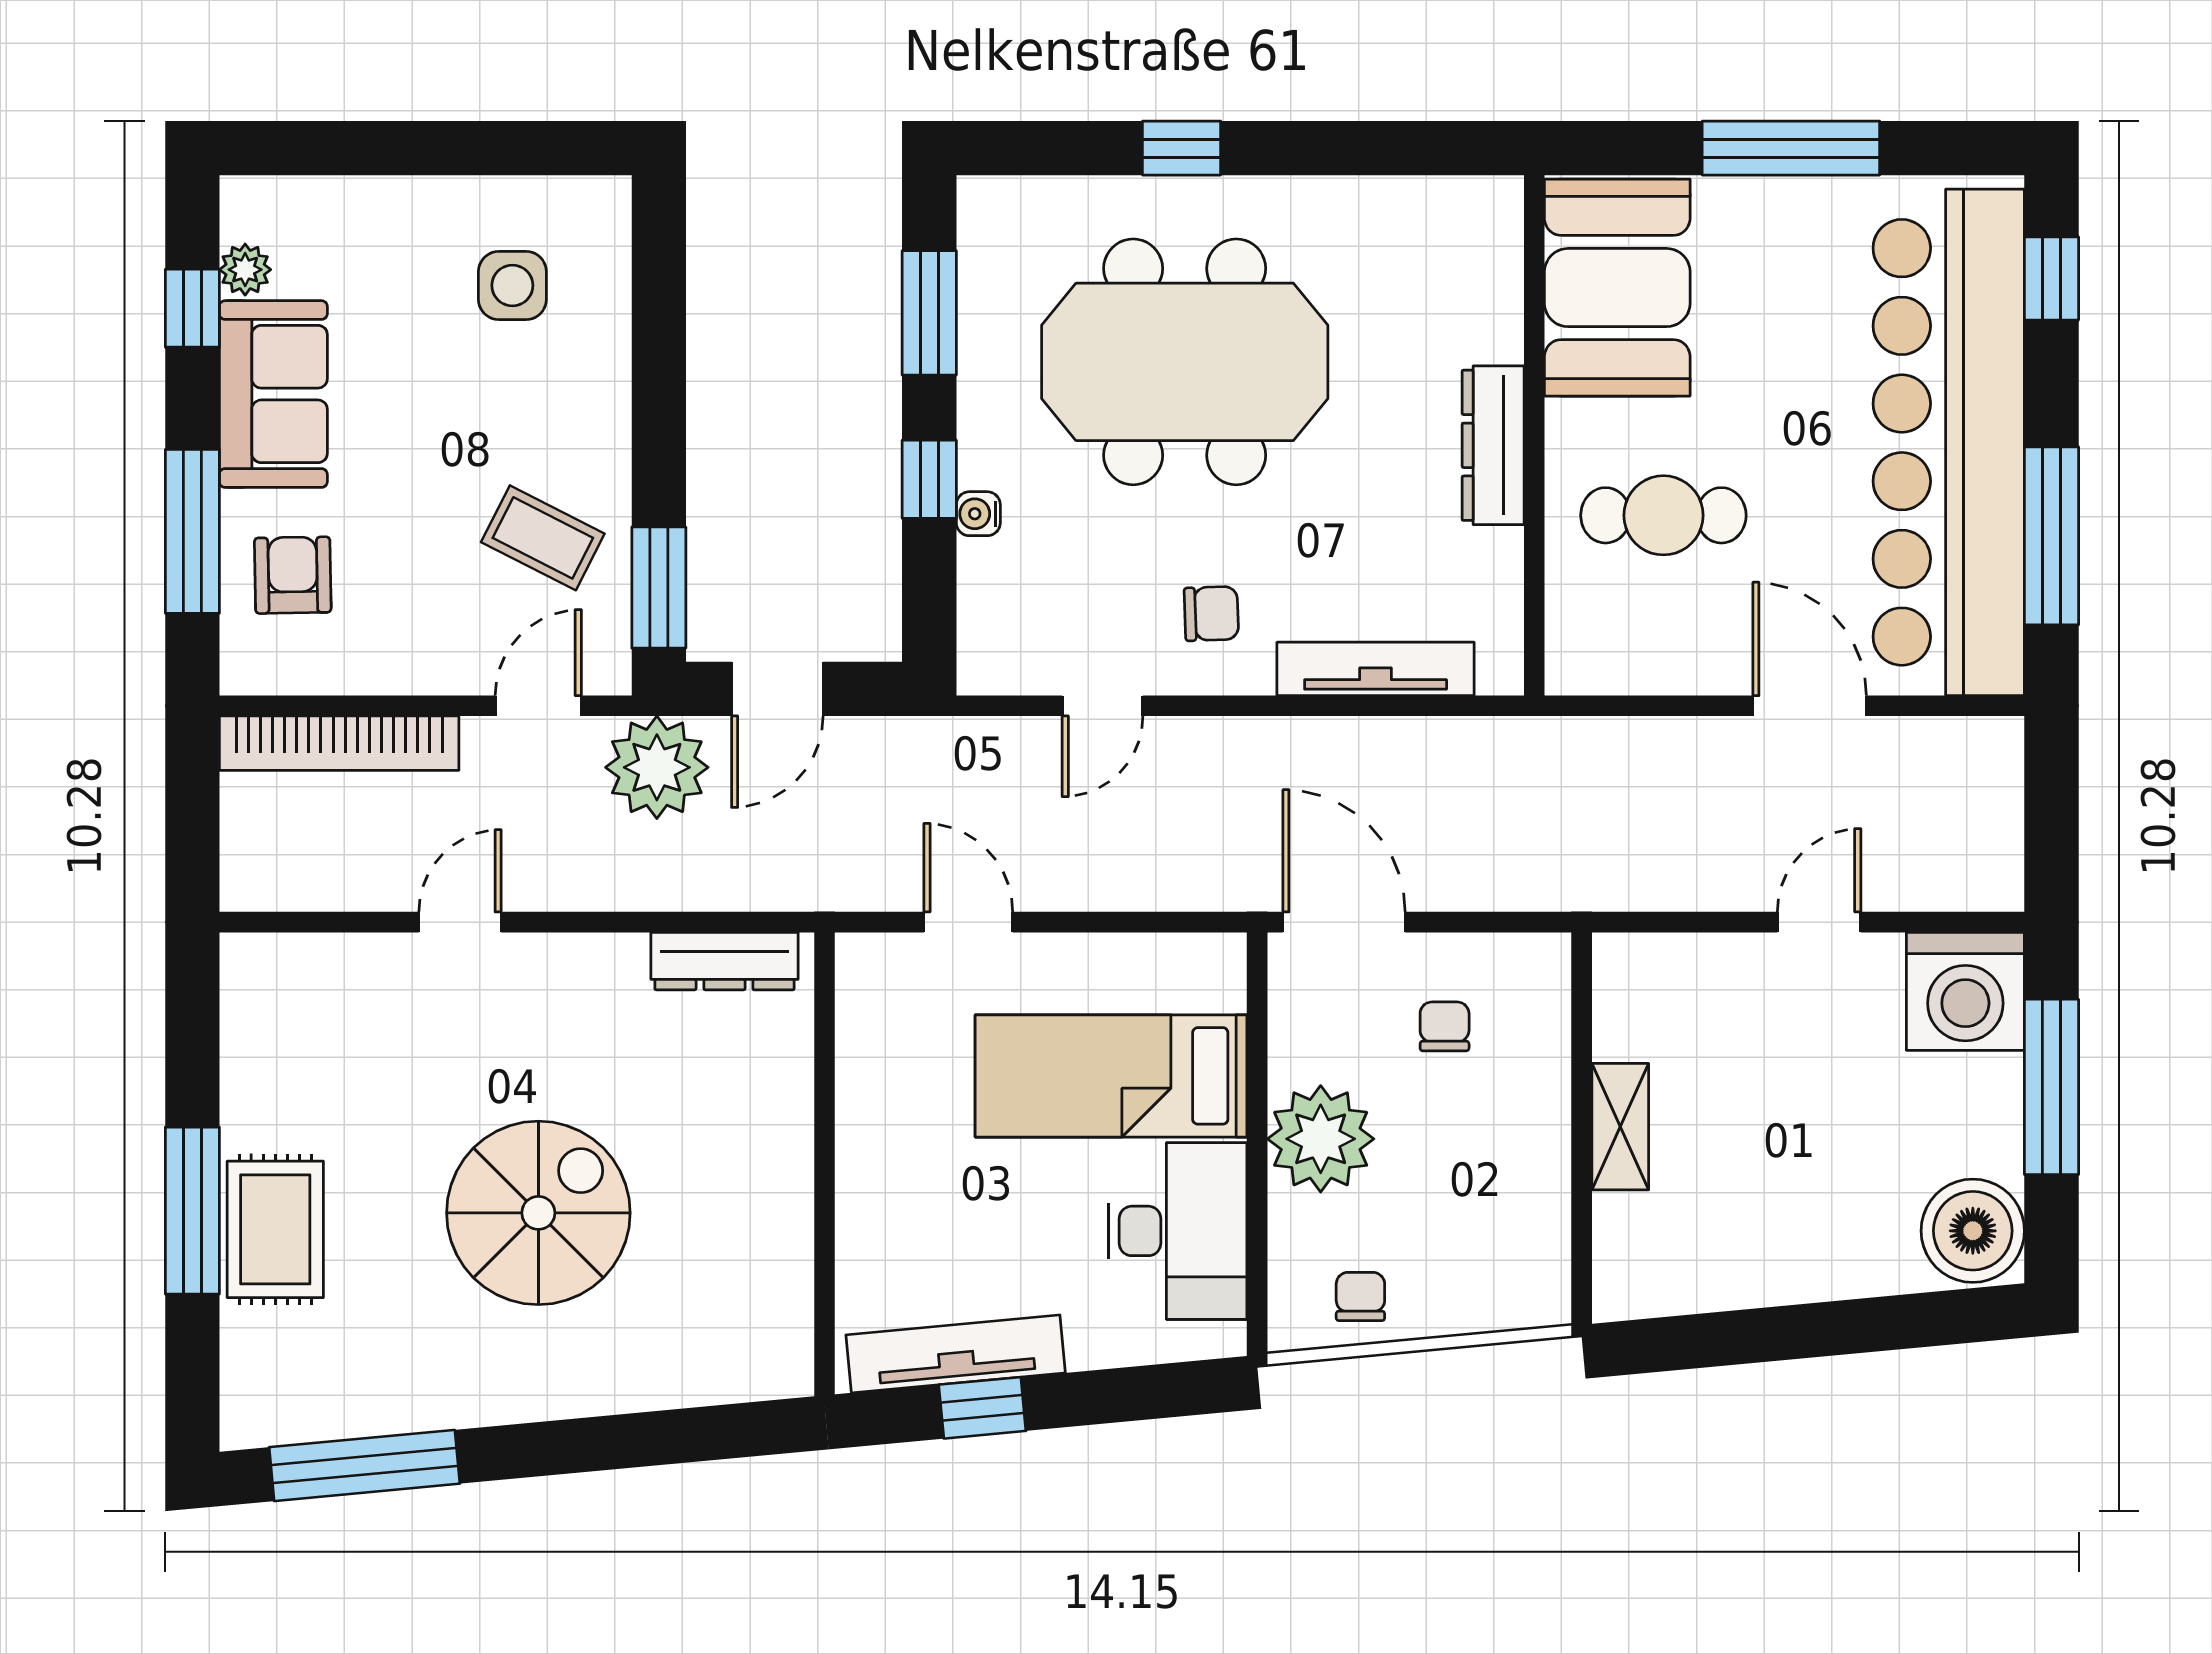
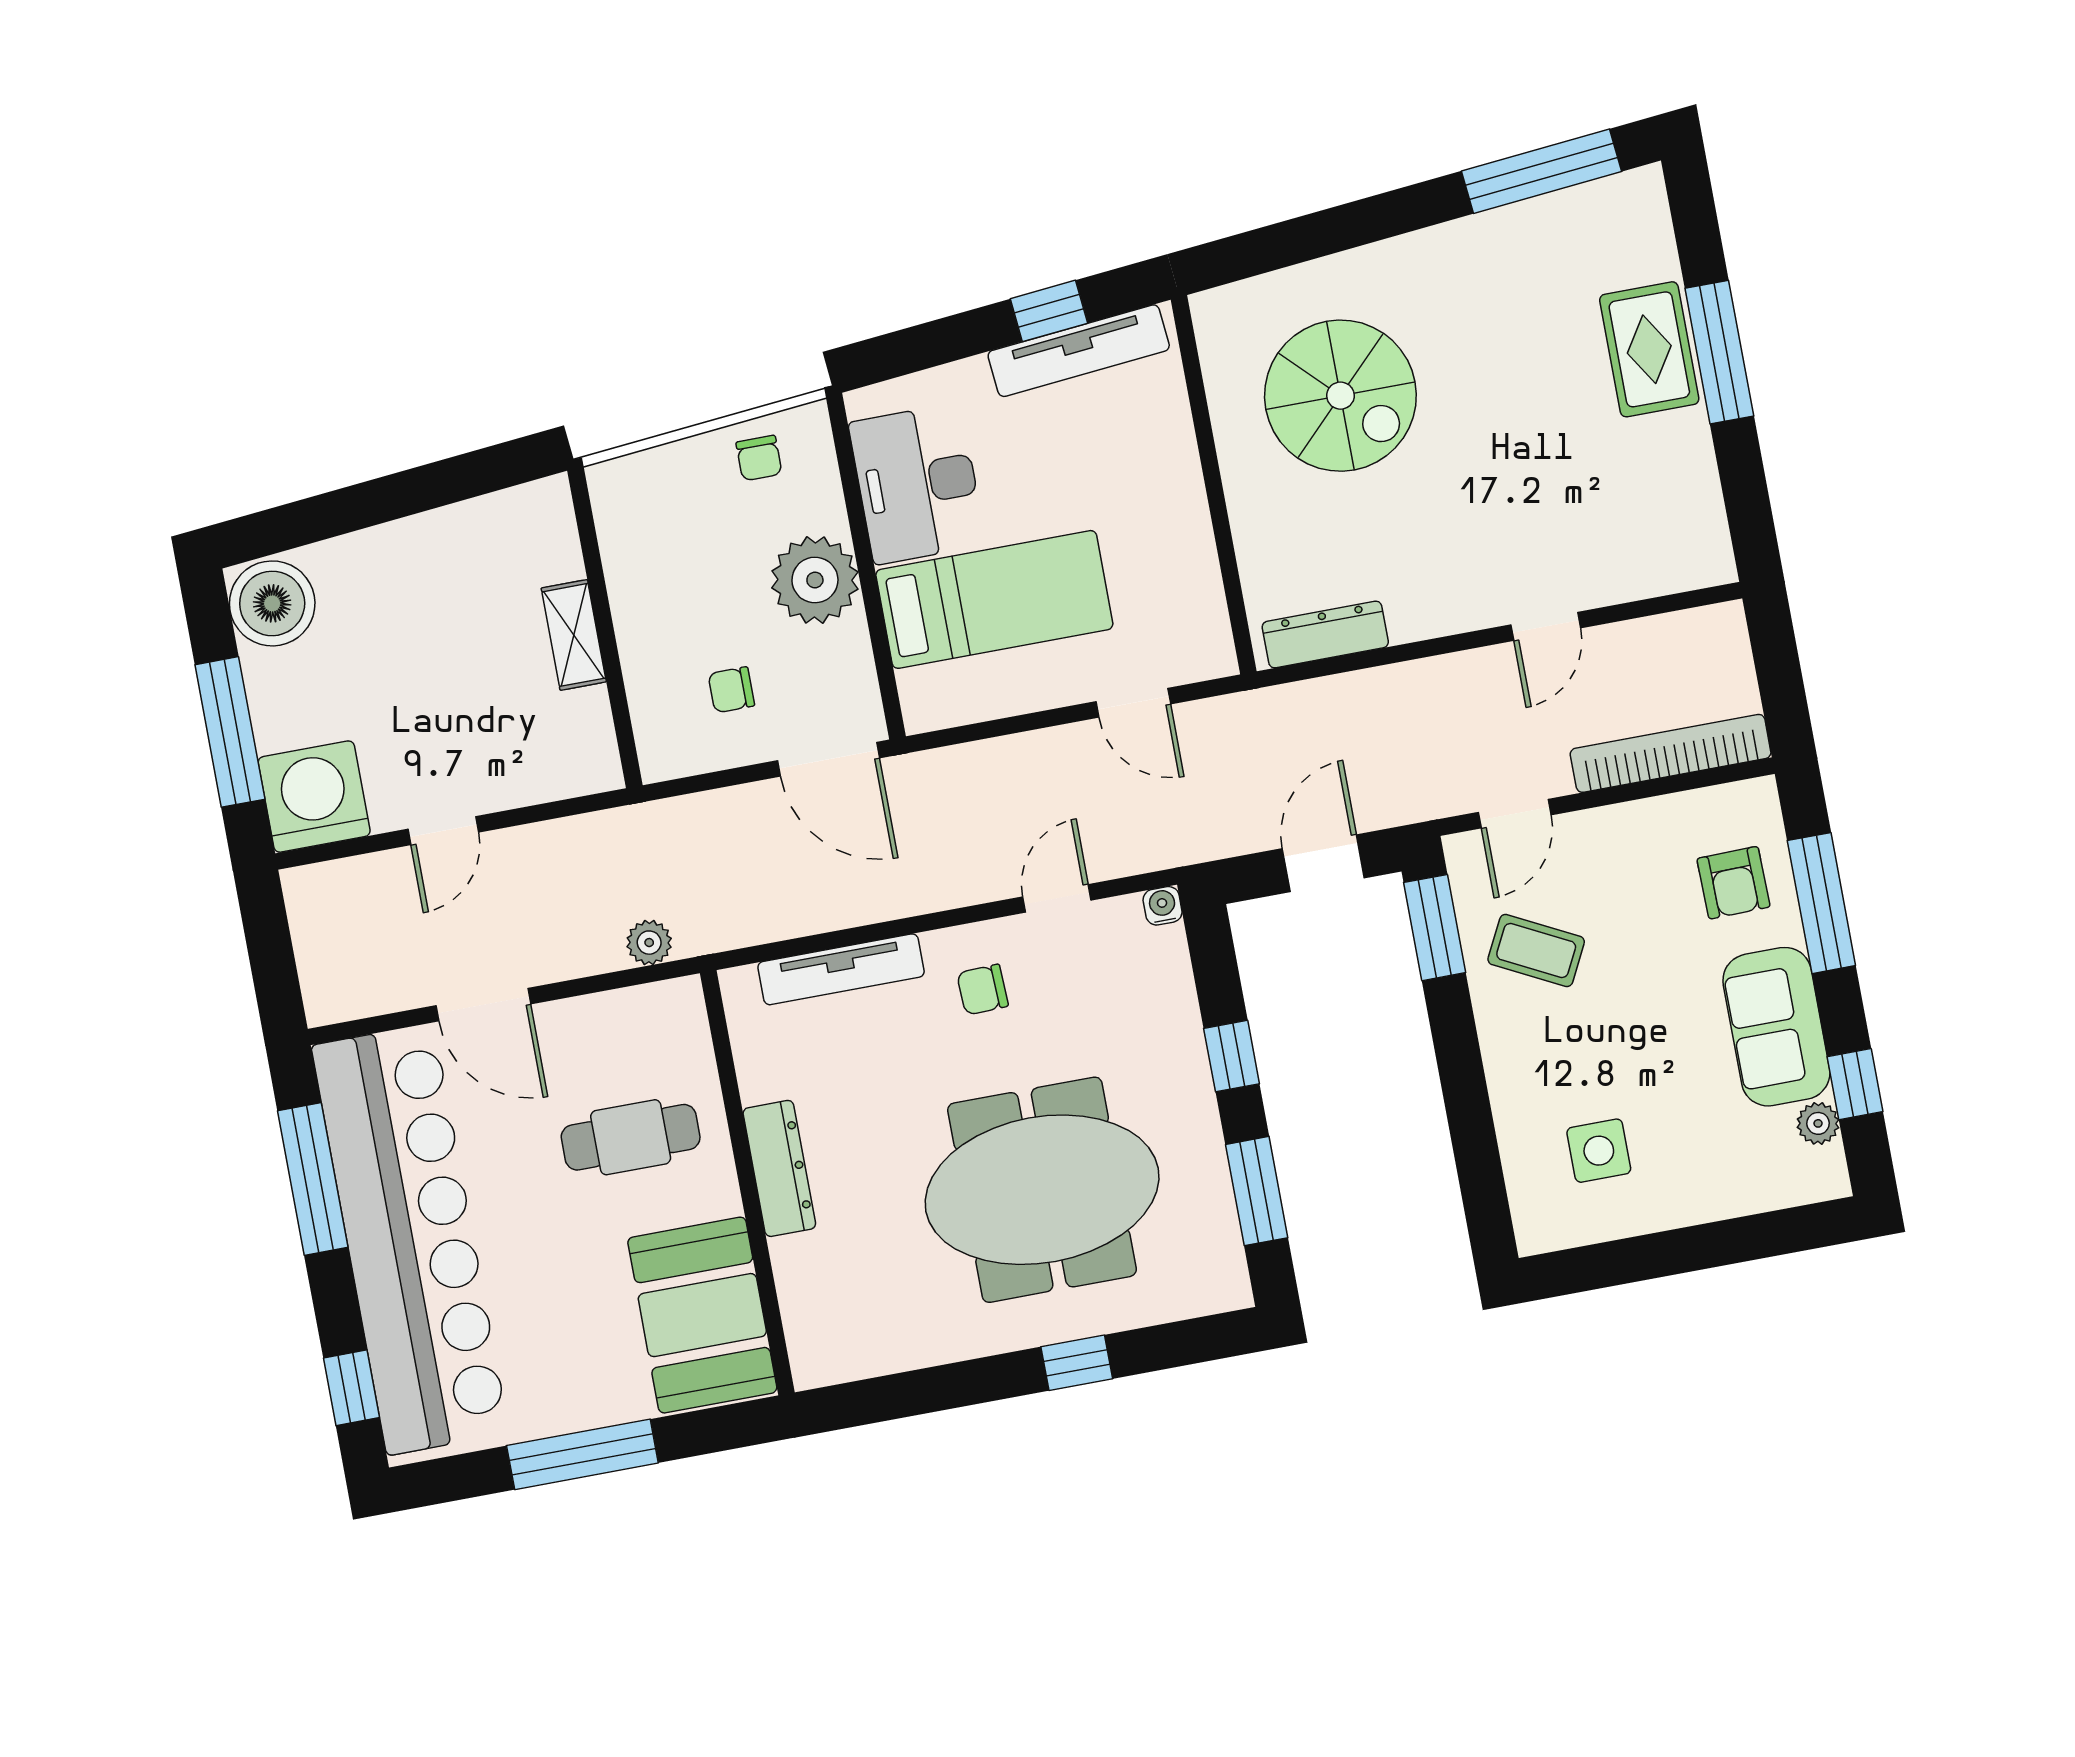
water cooler: (978, 514) -> (1163, 906), moved, turned -90
plant: (657, 767) -> (649, 943), moved, width x0.53, depth x0.53
chair: (1445, 1026) -> (731, 690), turned 90
spiral stairs: (538, 1213) -> (1340, 396), moved, turned -90

